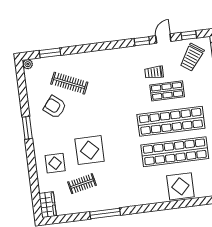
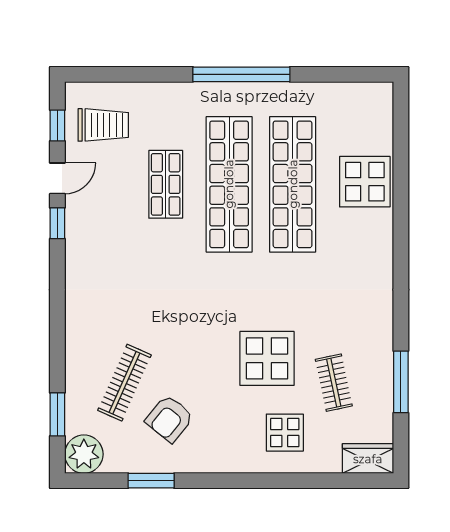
door: (163, 39) -> (57, 178), swing flipped
trolley: (192, 57) -> (103, 125), turned -35
plant: (28, 64) -> (84, 454), width x1.87, depth x1.87
trolley: (154, 72) -> (125, 206), removed
window: (27, 128) -> (151, 481), moved
window: (105, 213) -> (401, 382), moved

